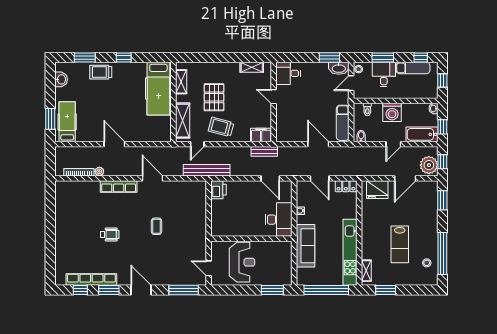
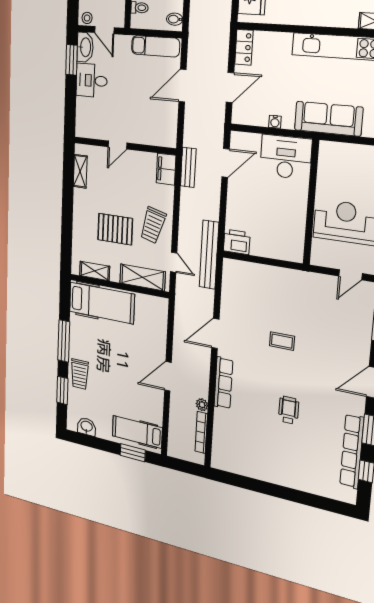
window: (124, 57) -> (64, 341), width x2.17
desk: (288, 73) -> (92, 80), moved, turned 90

